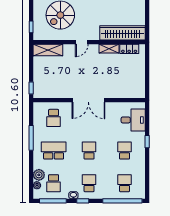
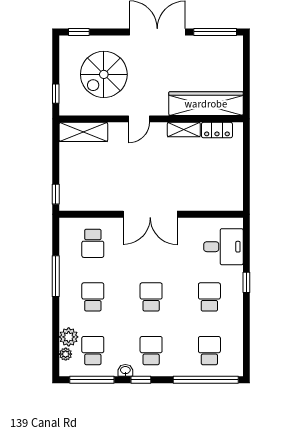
school desk: (54, 151) -> (93, 297), width x0.54
school desk: (54, 183) -> (93, 351), turned 180

